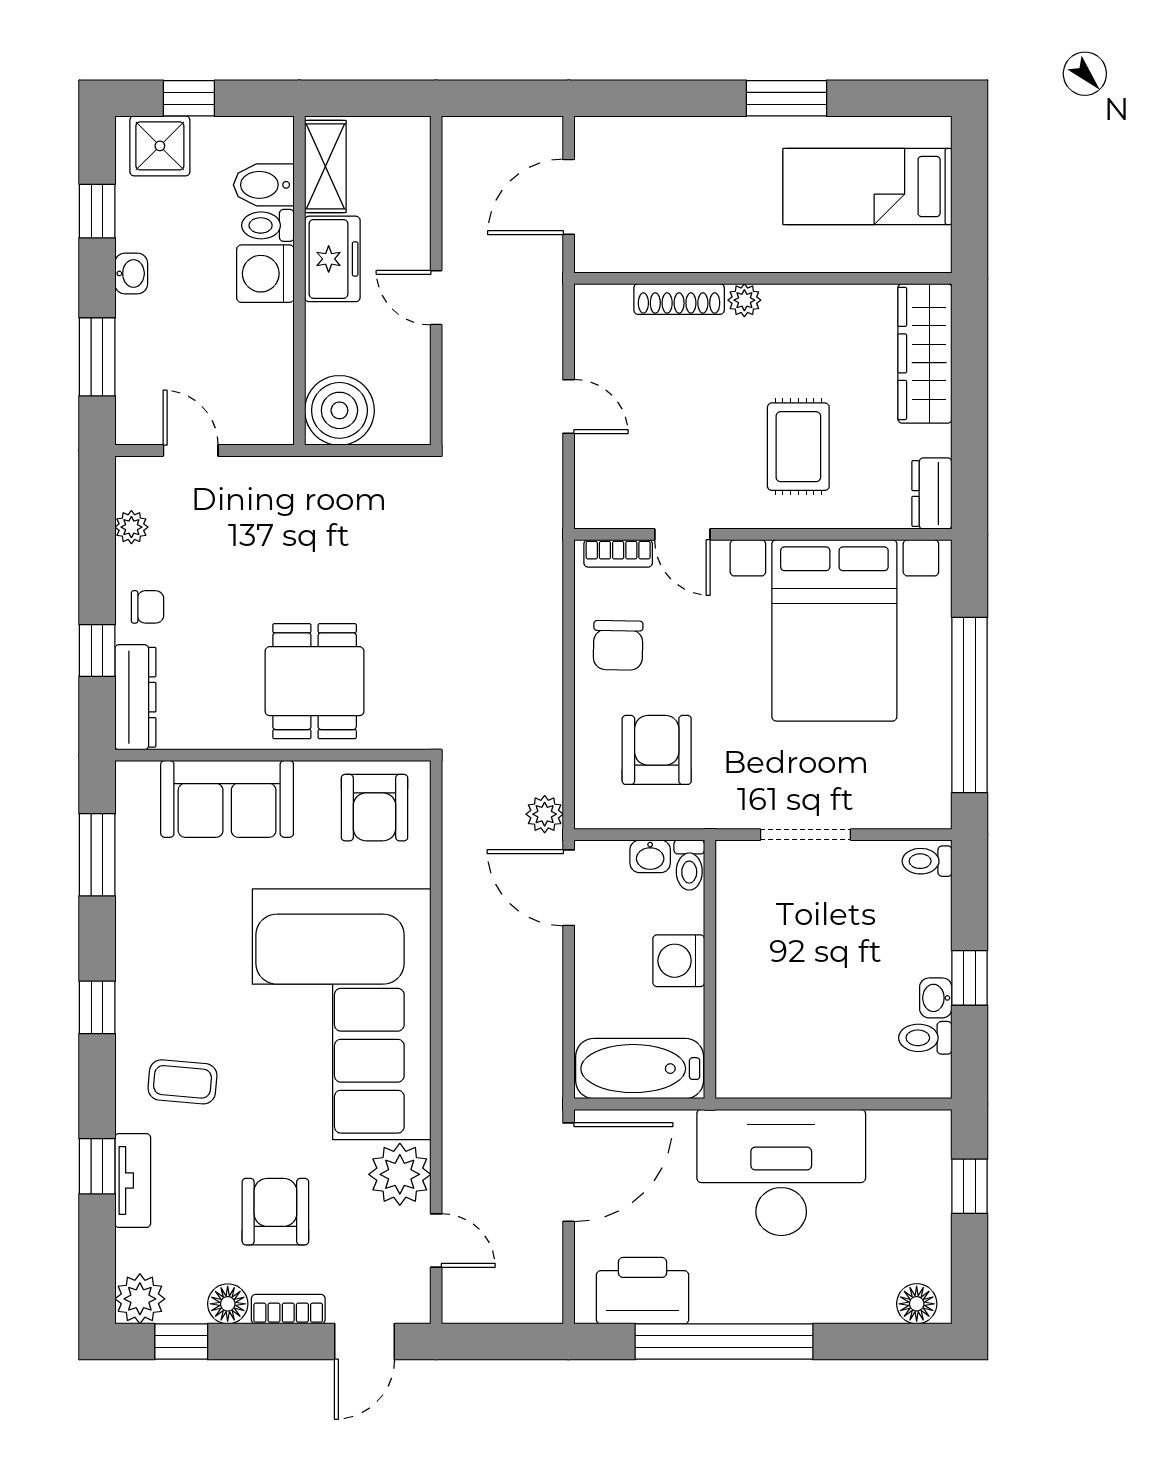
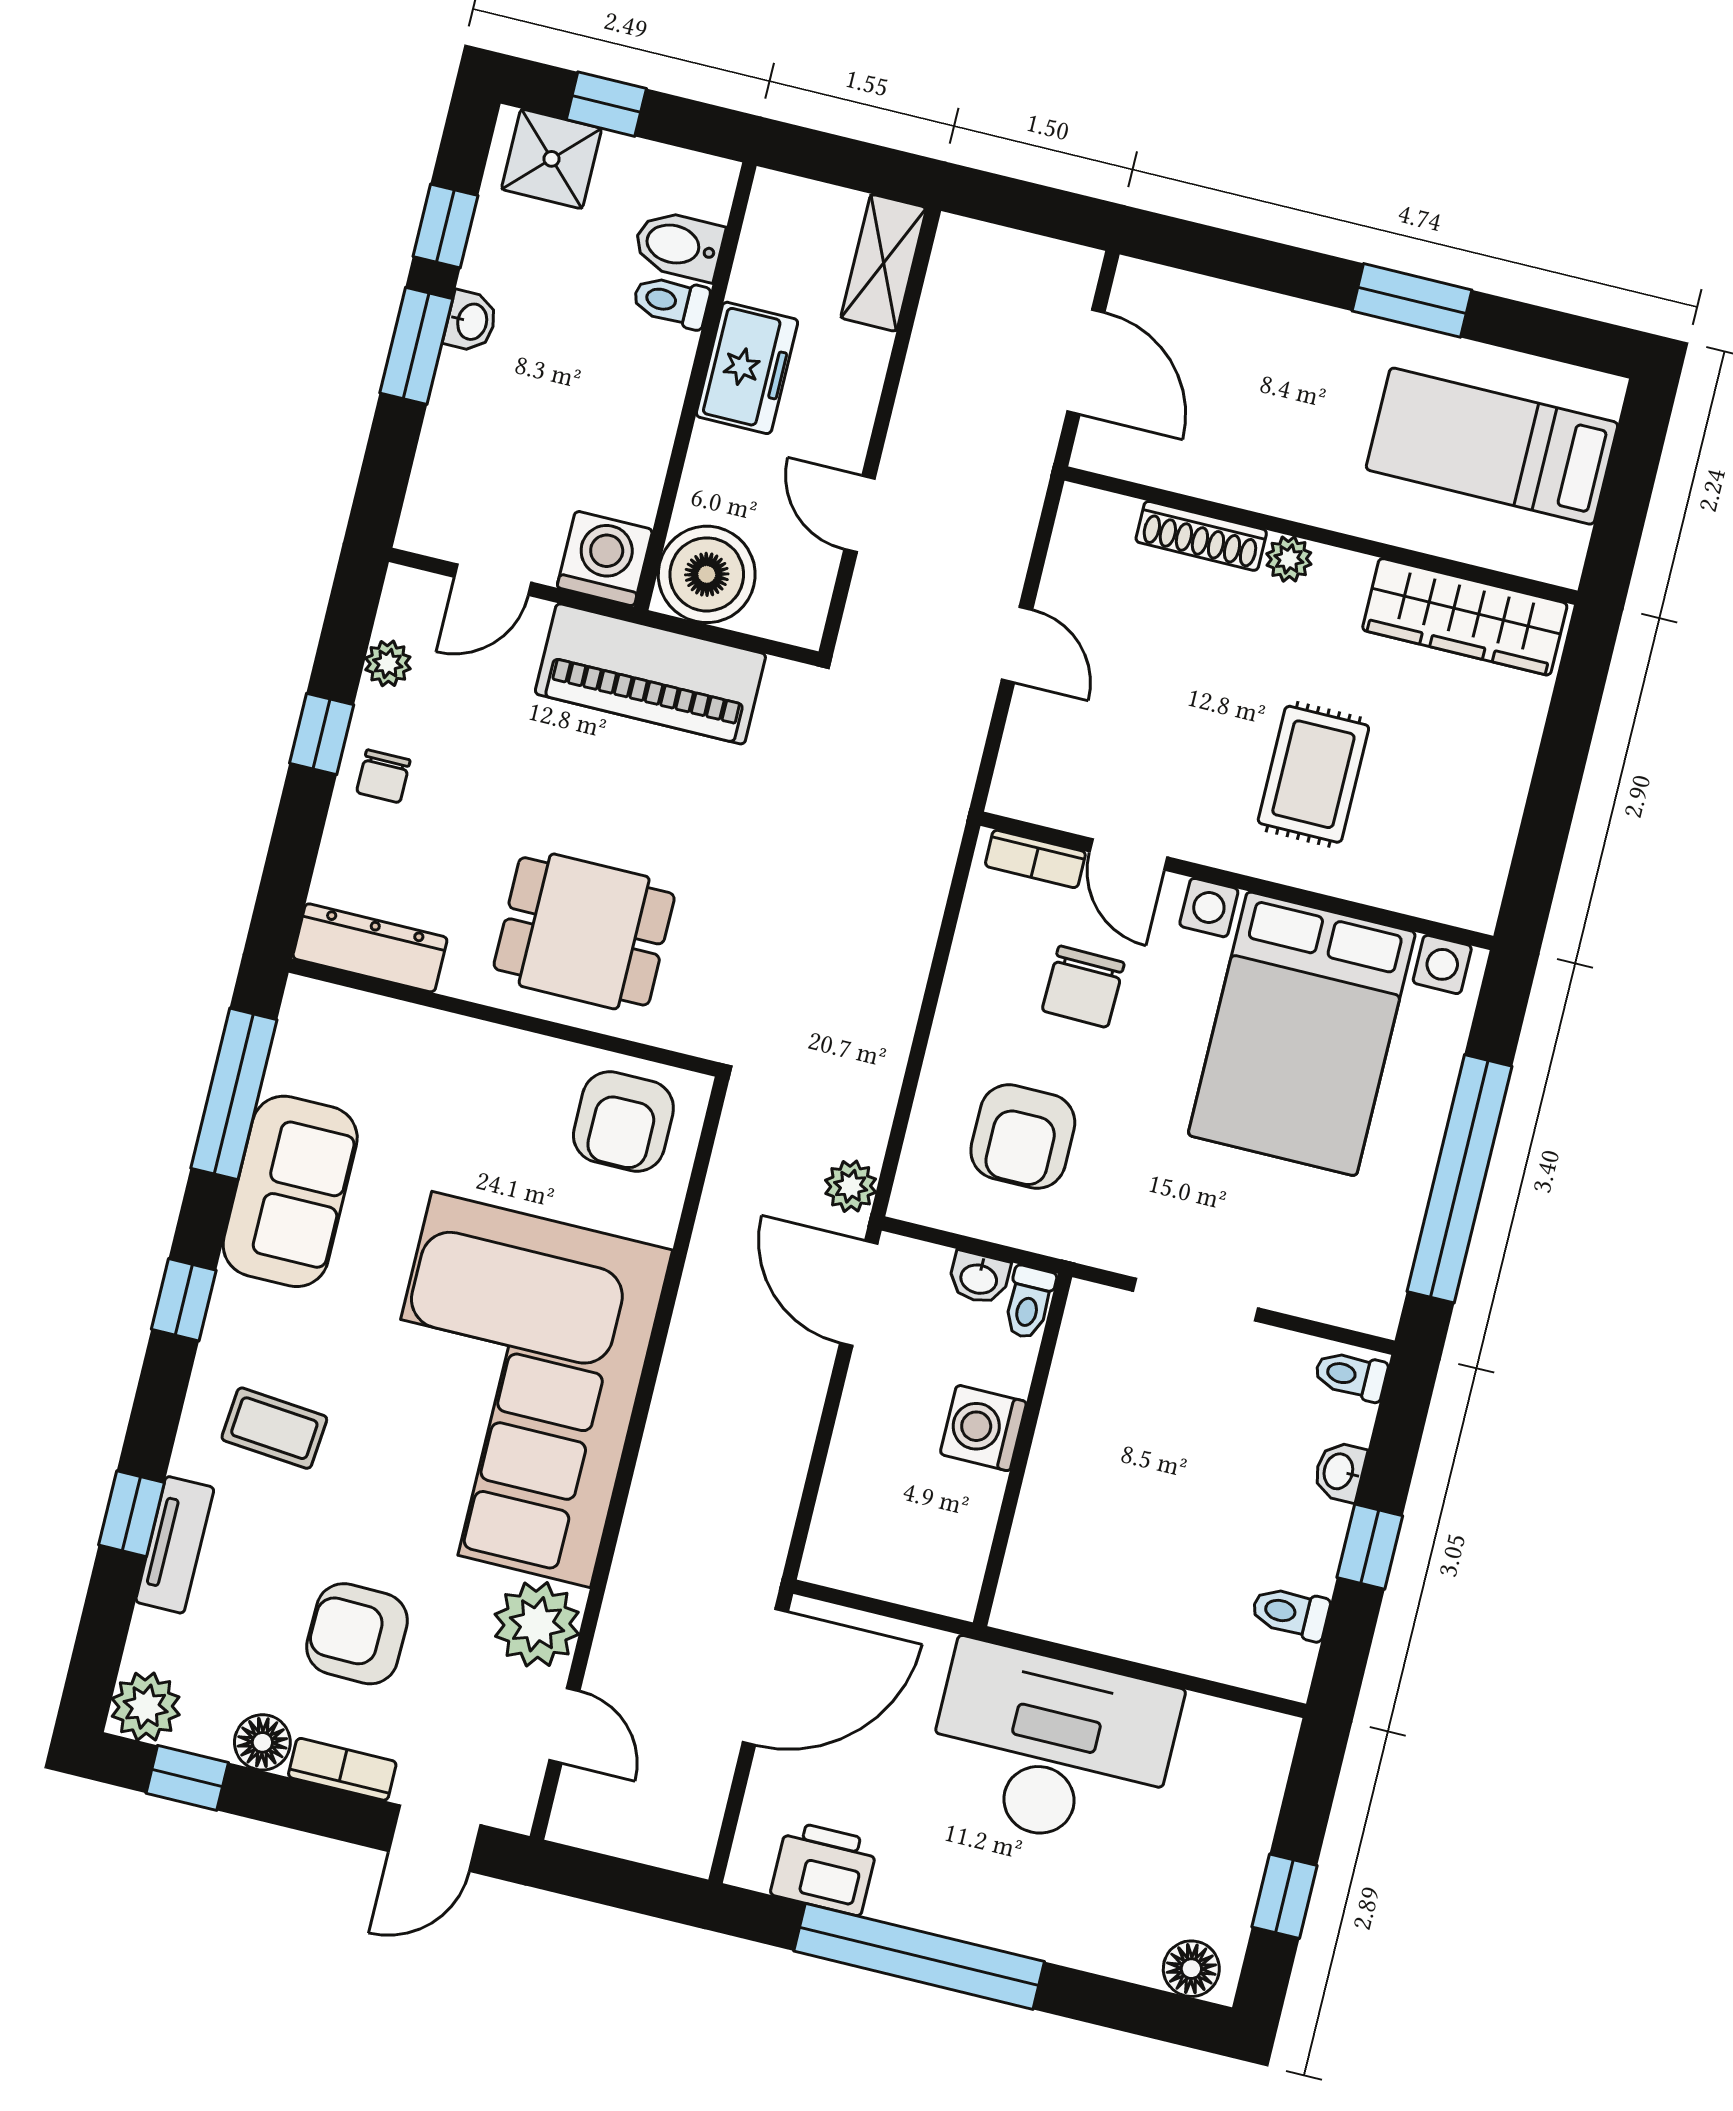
shelving: (325, 166) -> (884, 263), moved
door: (569, 197) -> (1086, 362), swing flipped
washing machine: (265, 274) -> (605, 558), moved, turned 90
door: (436, 298) -> (860, 514), moved
wardrobe: (925, 353) -> (1465, 617), moved, turned -90
window: (97, 357) -> (416, 346), moved
door: (191, 451) -> (493, 580), swing flipped
piano: (317, 490) -> (650, 674), added
dresser: (932, 493) -> (1478, 881), removed
chair: (148, 607) -> (383, 776), turned 90
chair: (618, 645) -> (1083, 987), moved
window: (97, 650) -> (322, 734), moved
dining table: (315, 681) -> (584, 931), turned 90
dresser: (135, 697) -> (370, 948), moved, turned -90
armchair: (657, 750) -> (1023, 1137), turned 180
sofa: (227, 799) -> (290, 1191), moved, turned -90
window: (97, 855) -> (234, 1094), width x1.44
washbasin: (936, 998) -> (1340, 1472), moved
bathtub: (640, 1069) -> (895, 1561), removed
window: (970, 1186) -> (1285, 1896), moved
armchair: (275, 1212) -> (357, 1634), turned -89
printer: (643, 1291) -> (824, 1868), width x0.73, depth x0.84

